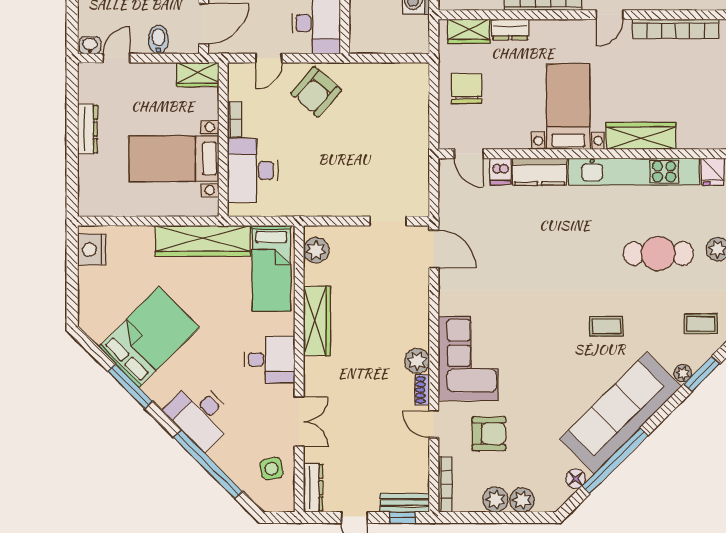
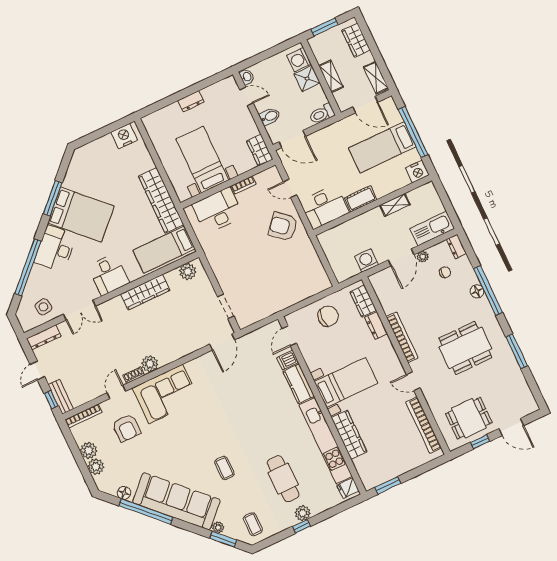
dresser: (87, 129) -> (191, 101), width x0.70
bed: (149, 337) -> (81, 215), moved

